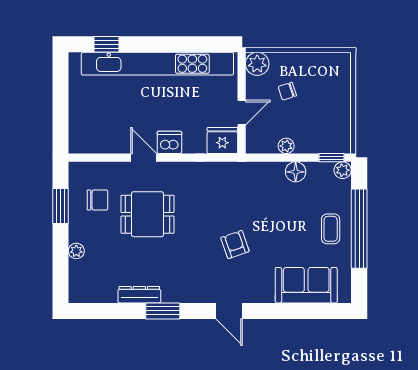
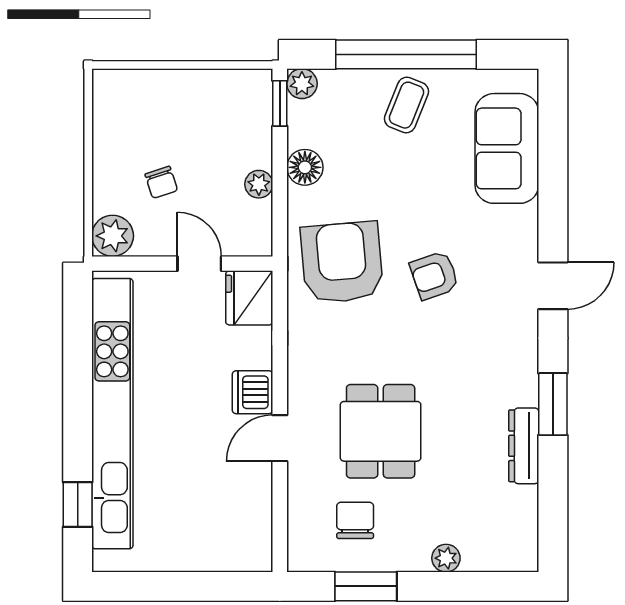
armchair: (242, 193) -> (342, 262), added
coffee table: (331, 229) -> (407, 105), turned -68

